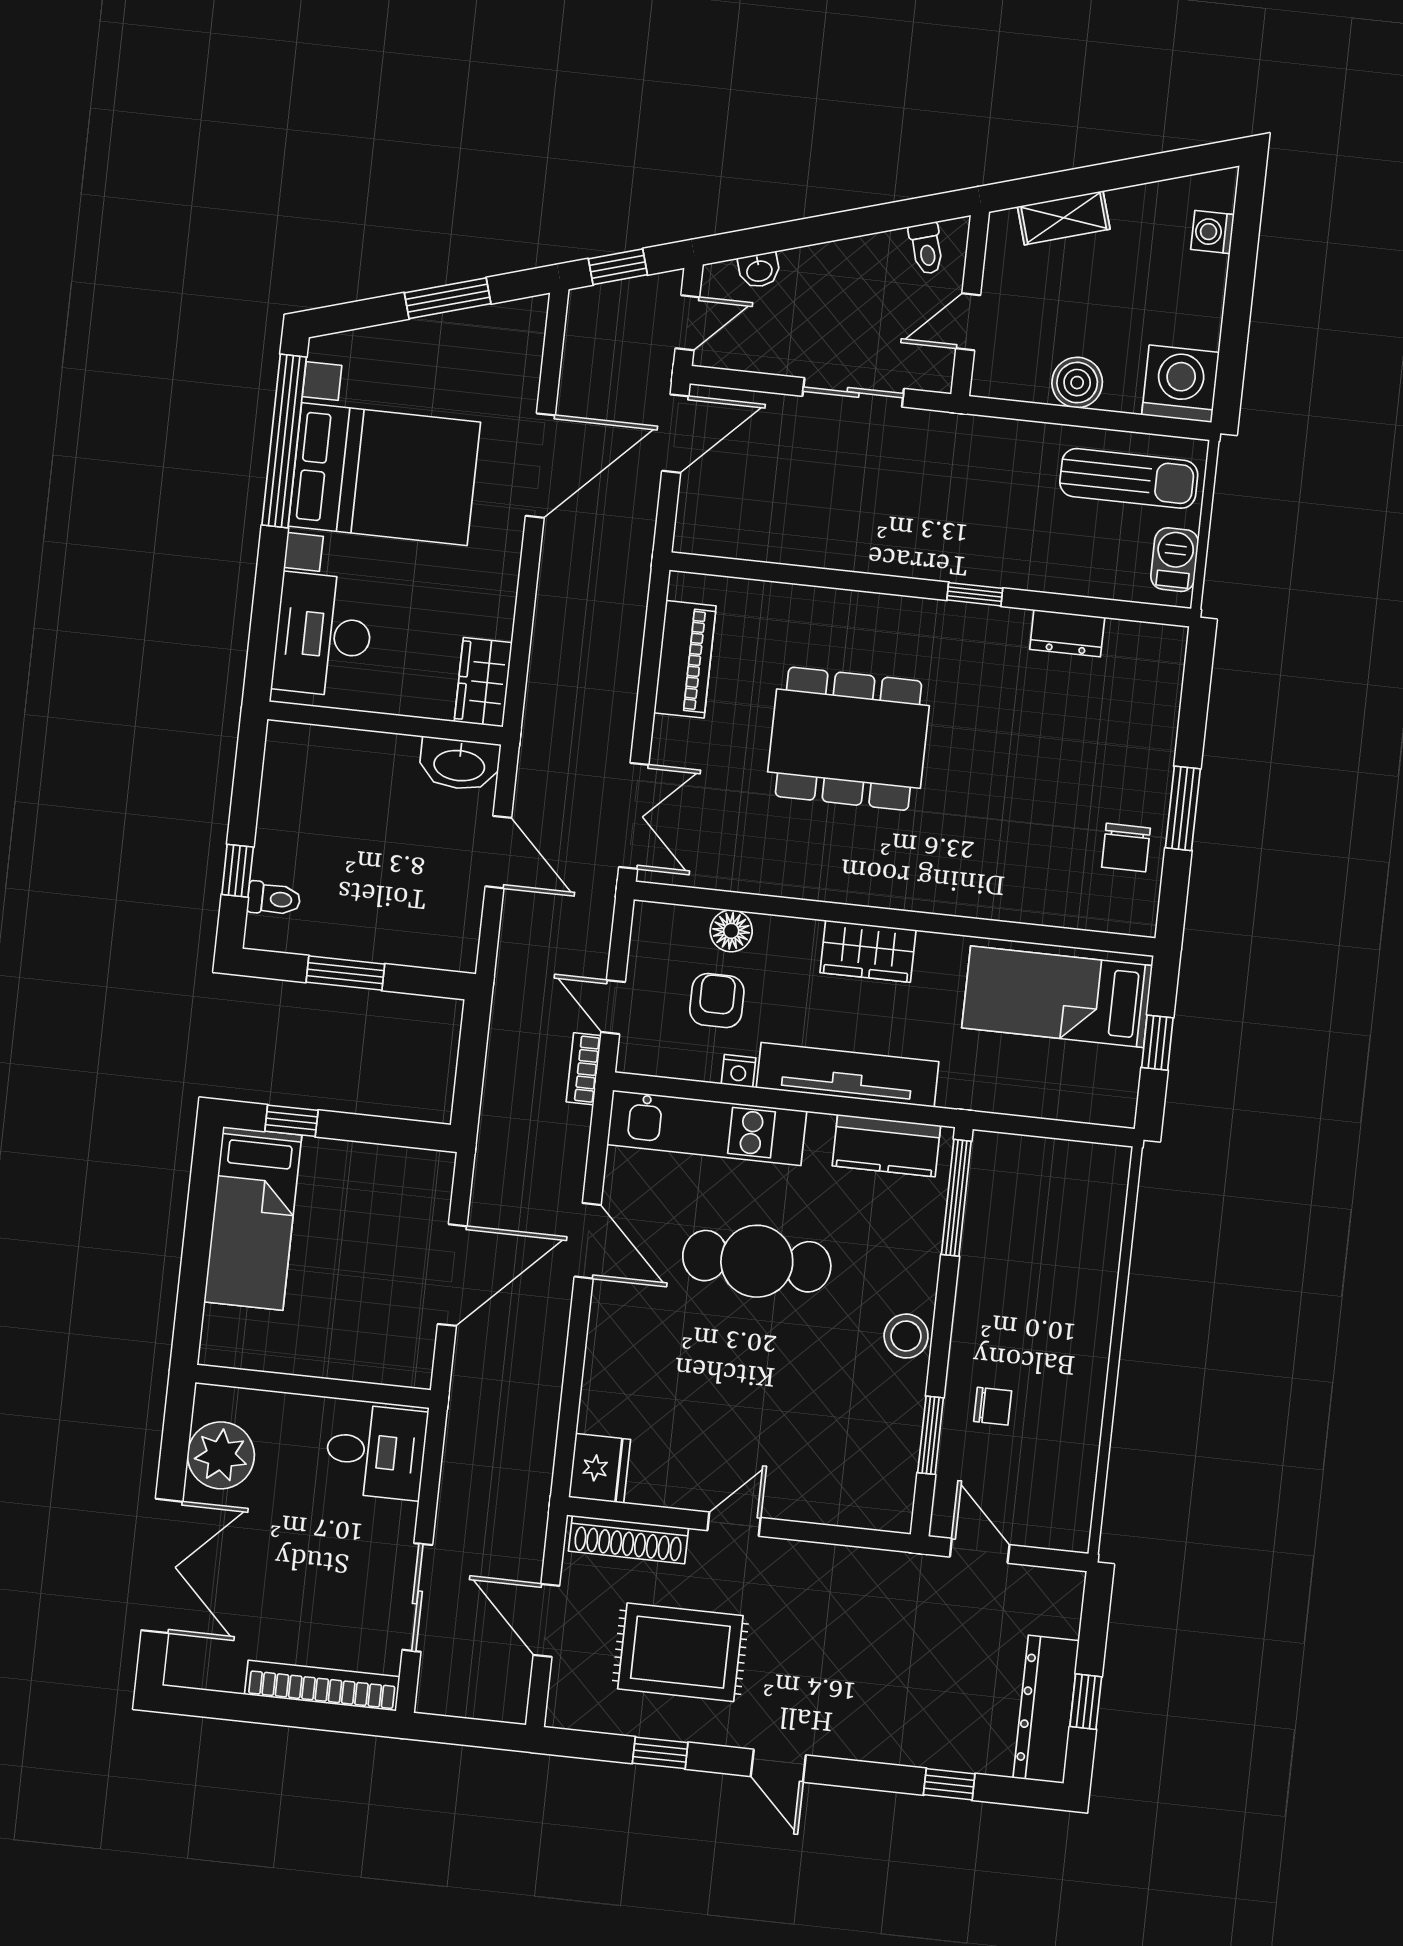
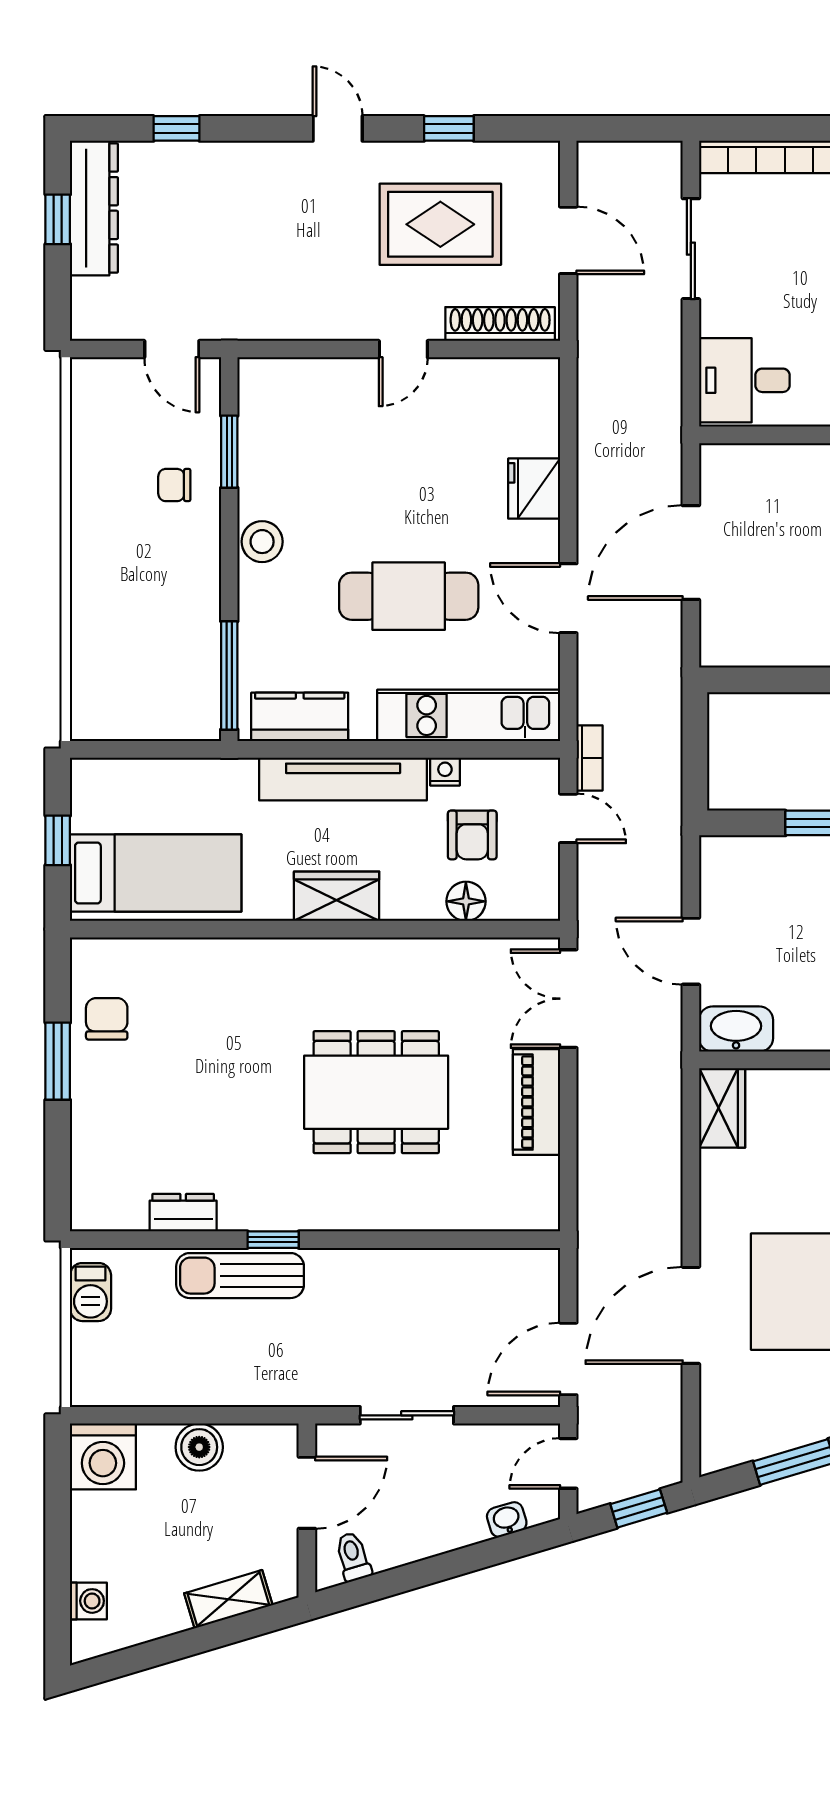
door: (968, 322) -> (307, 1493), width x1.38
sun lounger: (1129, 478) -> (240, 1276), moved
piano: (685, 659) -> (536, 1102), moved
fridge: (600, 1468) -> (534, 489), moved

